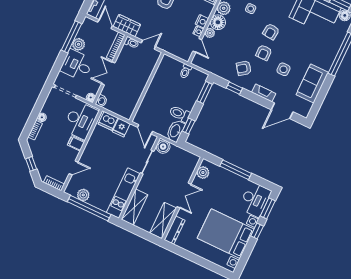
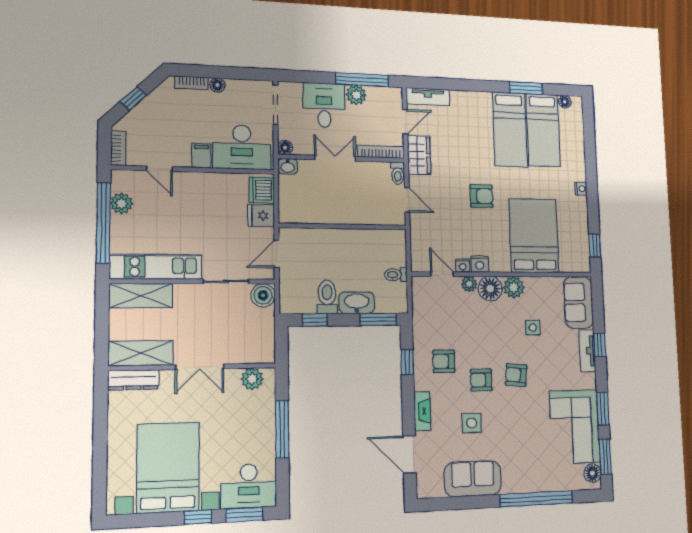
door: (197, 45) -> (442, 274), swing flipped
armchair: (244, 68) -> (444, 361), turned -53
washbasin: (175, 131) -> (357, 303), moved

